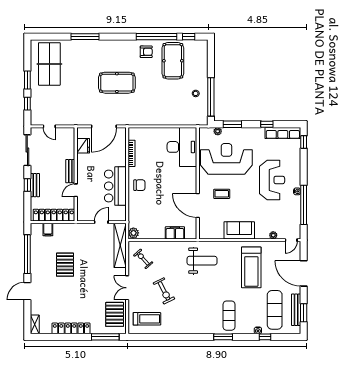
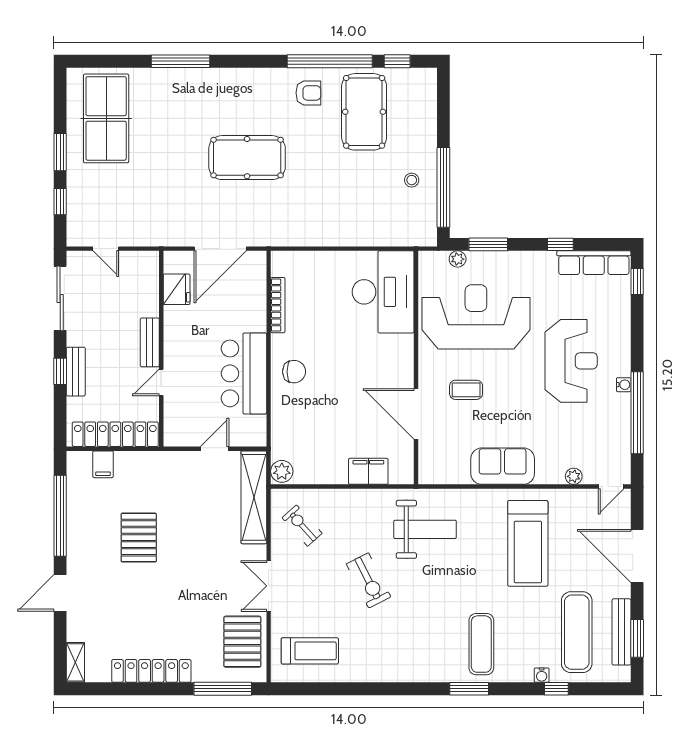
exercise bike: (164, 291) -> (369, 580), moved

